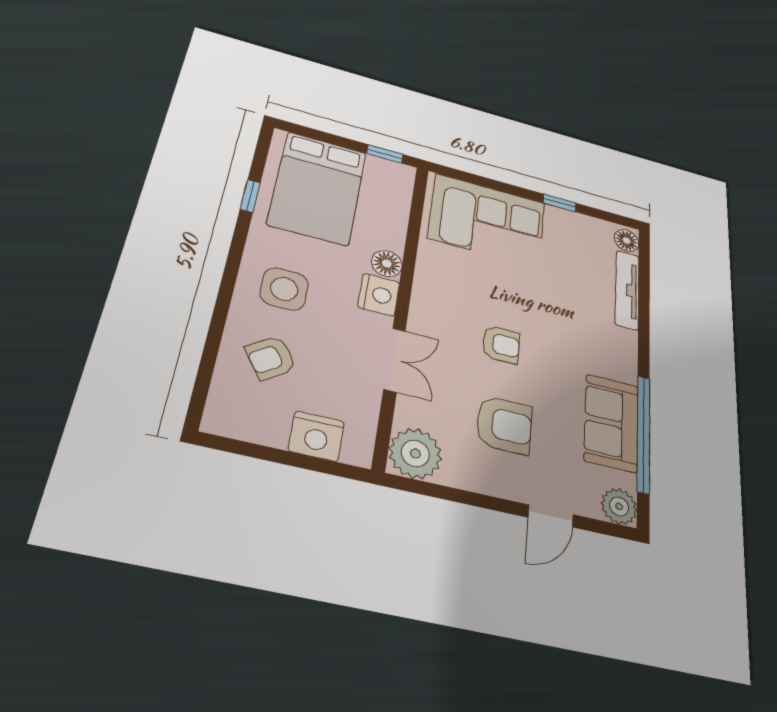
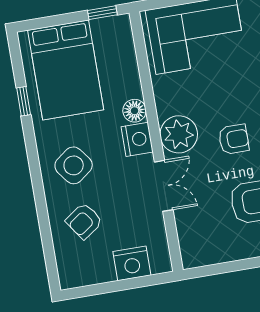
side table: (284, 289) -> (74, 165), turned -37
plant: (415, 453) -> (179, 134), moved

